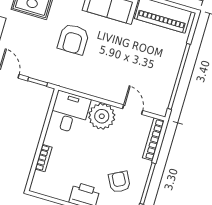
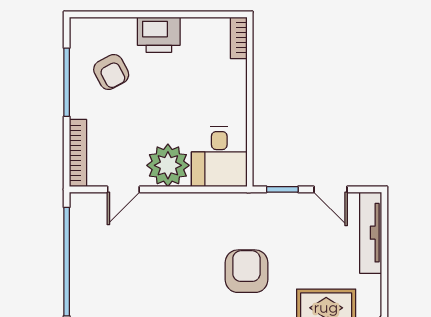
door: (133, 110) -> (123, 189), hinge flipped
bookcase: (44, 158) -> (239, 38), moved

